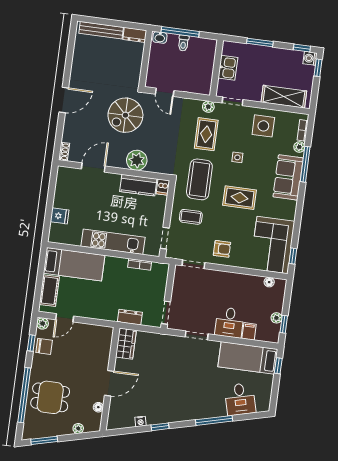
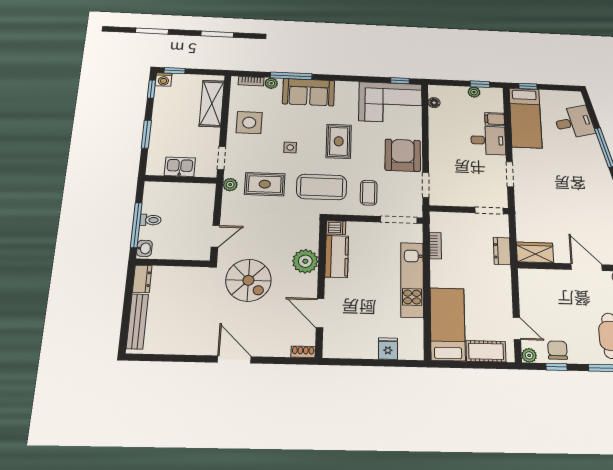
doorway: (165, 238) -> (399, 220), width x1.38
armchair: (222, 249) -> (403, 155), width x1.88, depth x1.88

